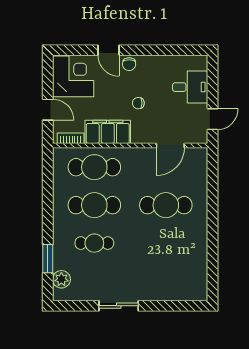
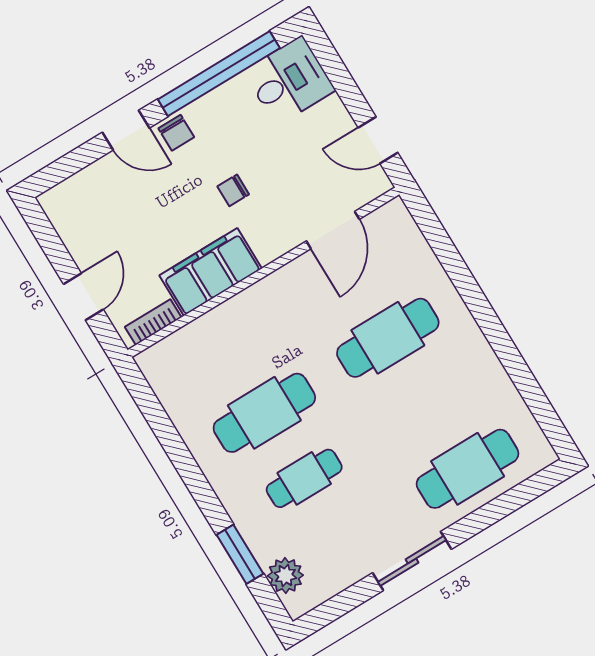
window: (162, 50) -> (219, 74), added
corner desk: (73, 76) -> (92, 213), removed
desk: (190, 87) -> (289, 81), moved
door: (48, 110) -> (83, 297), hinge flipped
door: (212, 119) -> (378, 140), swing flipped
cafe table: (94, 167) -> (468, 469), moved

